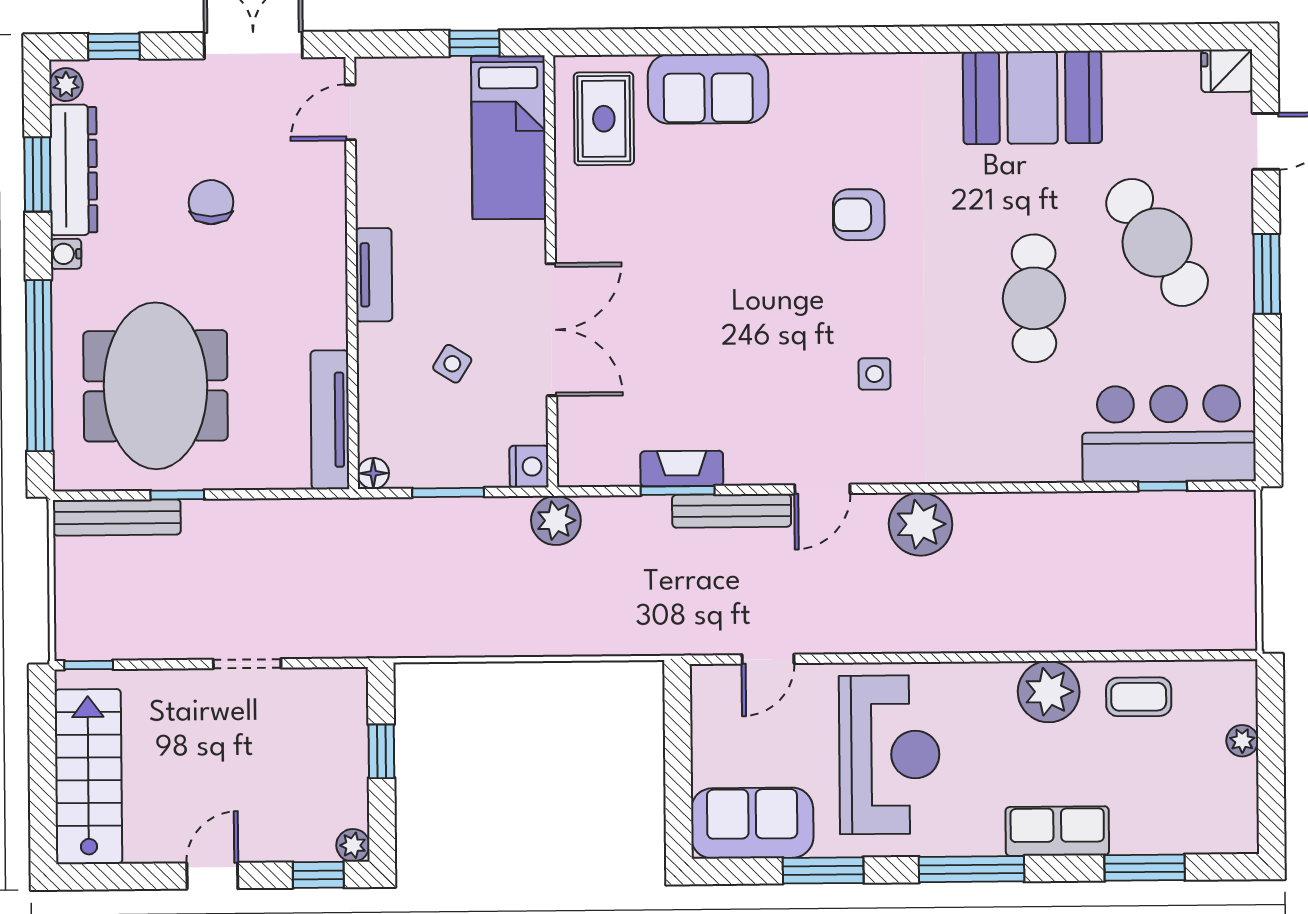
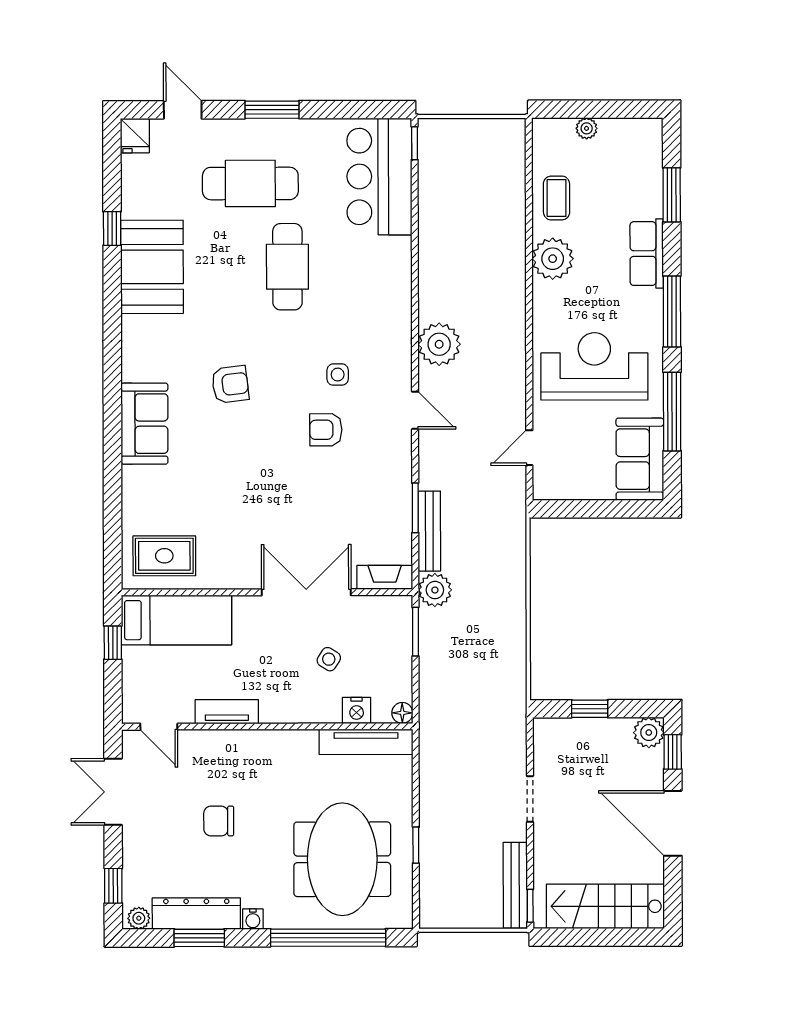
window: (1089, 38) -> (112, 228), added
sofa: (708, 89) -> (144, 424), moved
armchair: (859, 215) -> (230, 384), turned -97
cafe table: (1157, 242) -> (250, 183), turned 33
tv unit: (374, 275) -> (227, 712), moved
cafe table: (1034, 298) -> (287, 267), turned 90
armchair: (792, 357) -> (326, 430), added
meeting table: (156, 386) -> (342, 859), turned 90
nightstand: (529, 466) -> (357, 710), moved, turned 180
fireplace: (682, 469) -> (385, 577), moved, turned 90
window: (1163, 486) -> (415, 143), moved
window: (448, 492) -> (415, 632), moved
bench: (732, 511) -> (429, 531), moved
bench: (117, 517) -> (515, 885), moved
door: (768, 659) -> (529, 448), swing flipped
plant: (353, 845) -> (649, 733), width x1.38, depth x1.38
window: (823, 870) -> (672, 412), width x1.44
door: (212, 876) -> (673, 823), width x1.88

